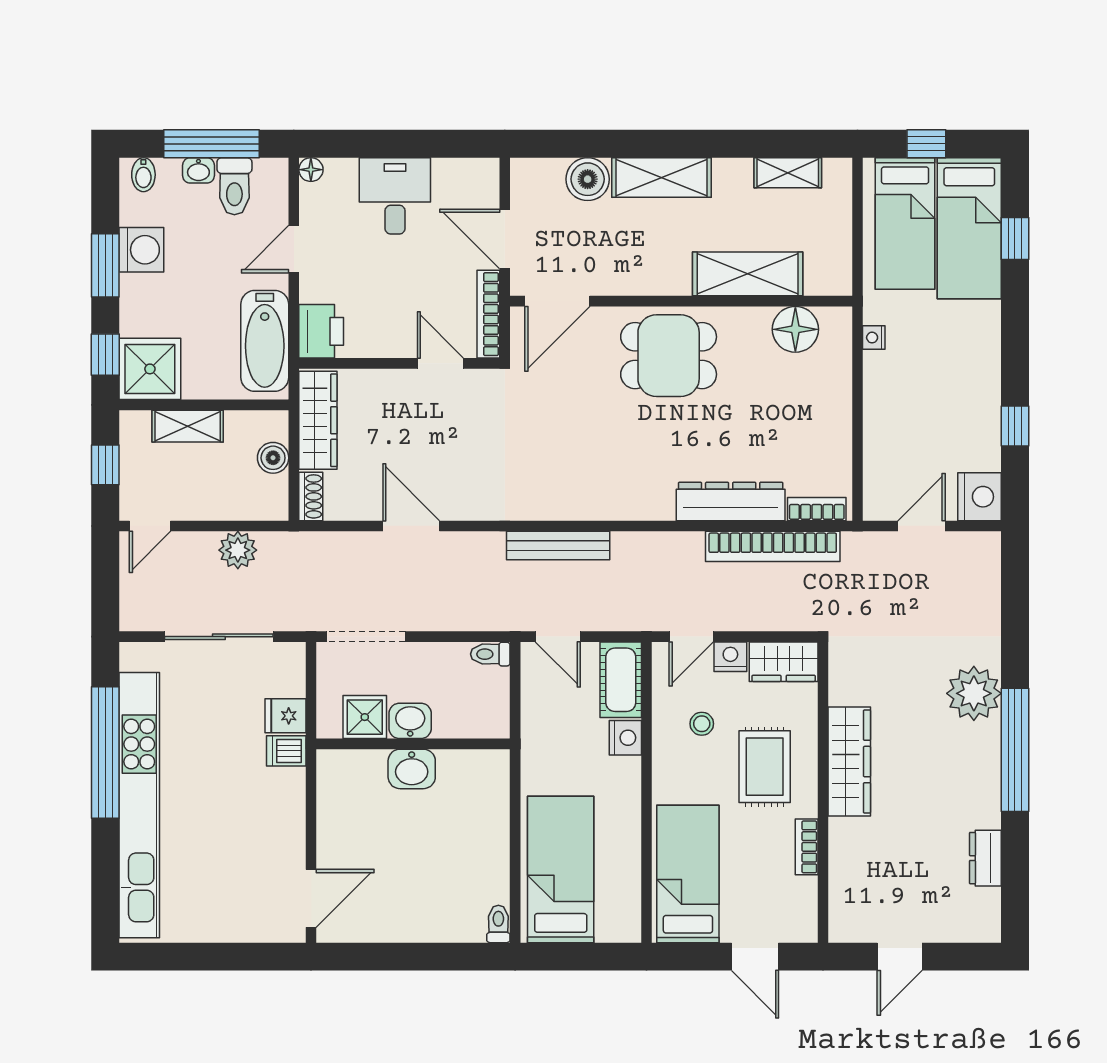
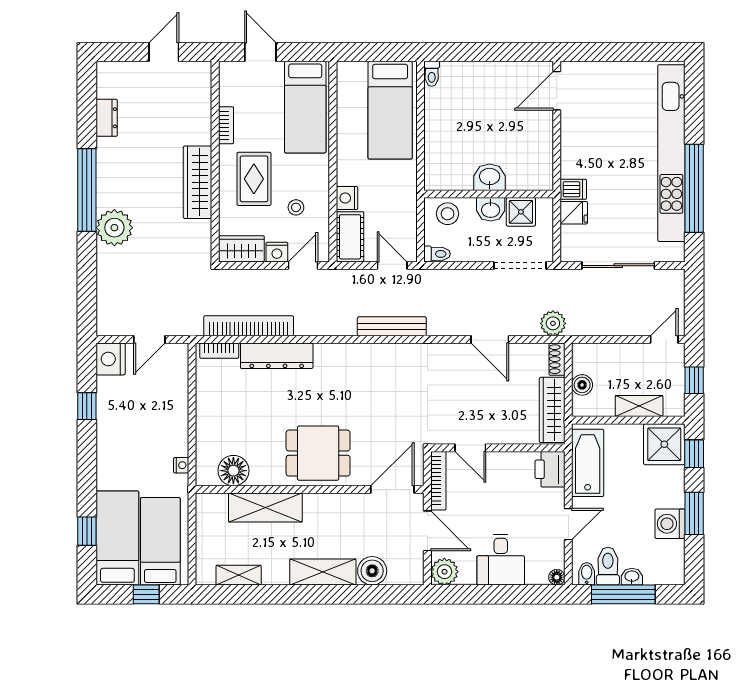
bidet: (143, 175) -> (587, 574), moved
plant: (479, 178) -> (444, 572), added
plant: (238, 550) -> (553, 323), moved
stool: (475, 714) -> (448, 214), added

